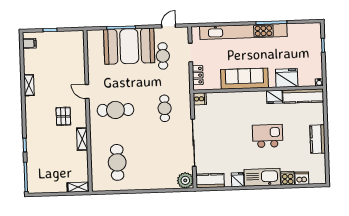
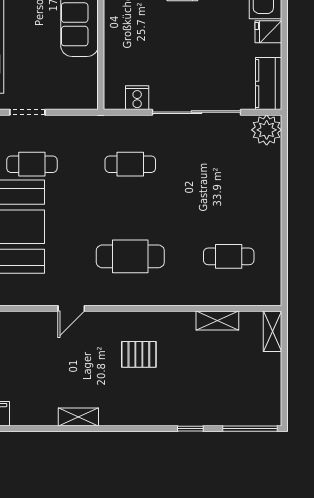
locker: (198, 75) -> (70, 100), removed
door: (87, 91) -> (71, 308), moved
cooker: (200, 99) -> (137, 98), moved
cafe table: (115, 110) -> (130, 256), turned 90
shelving: (82, 139) -> (217, 320), moved
cafe table: (117, 162) -> (229, 256), width x0.73, depth x0.74

